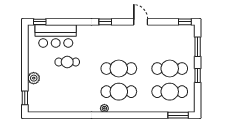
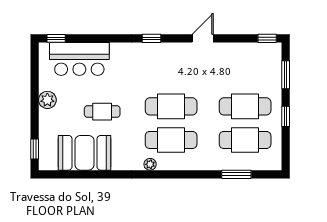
door: (141, 22) -> (203, 38), hinge flipped
cafe table: (67, 62) -> (102, 112), moved
plant: (34, 78) -> (47, 100), moved
booth: (59, 100) -> (85, 153), added
window: (178, 115) -> (236, 174), moved

